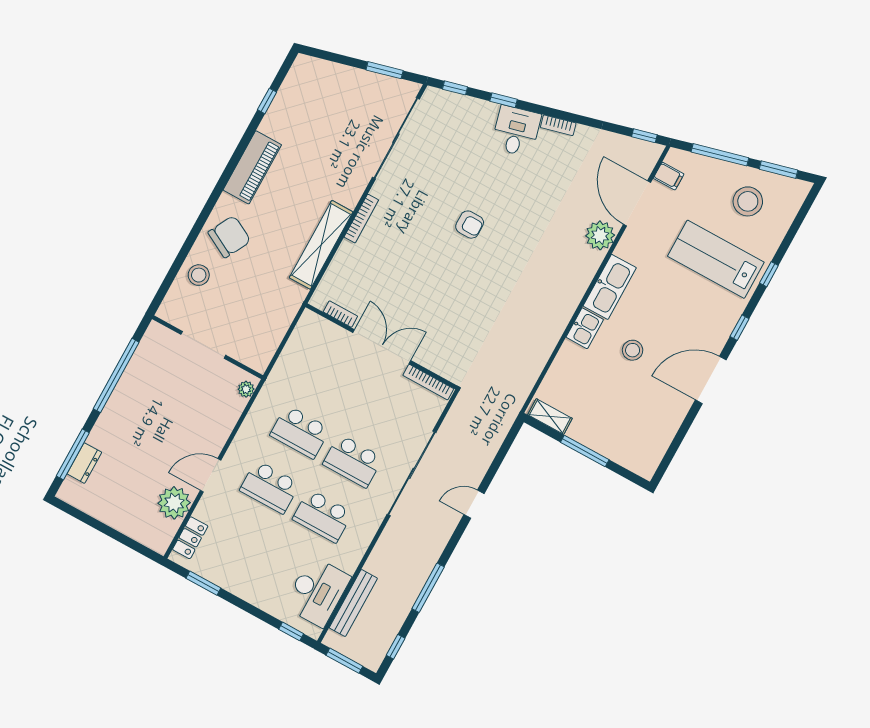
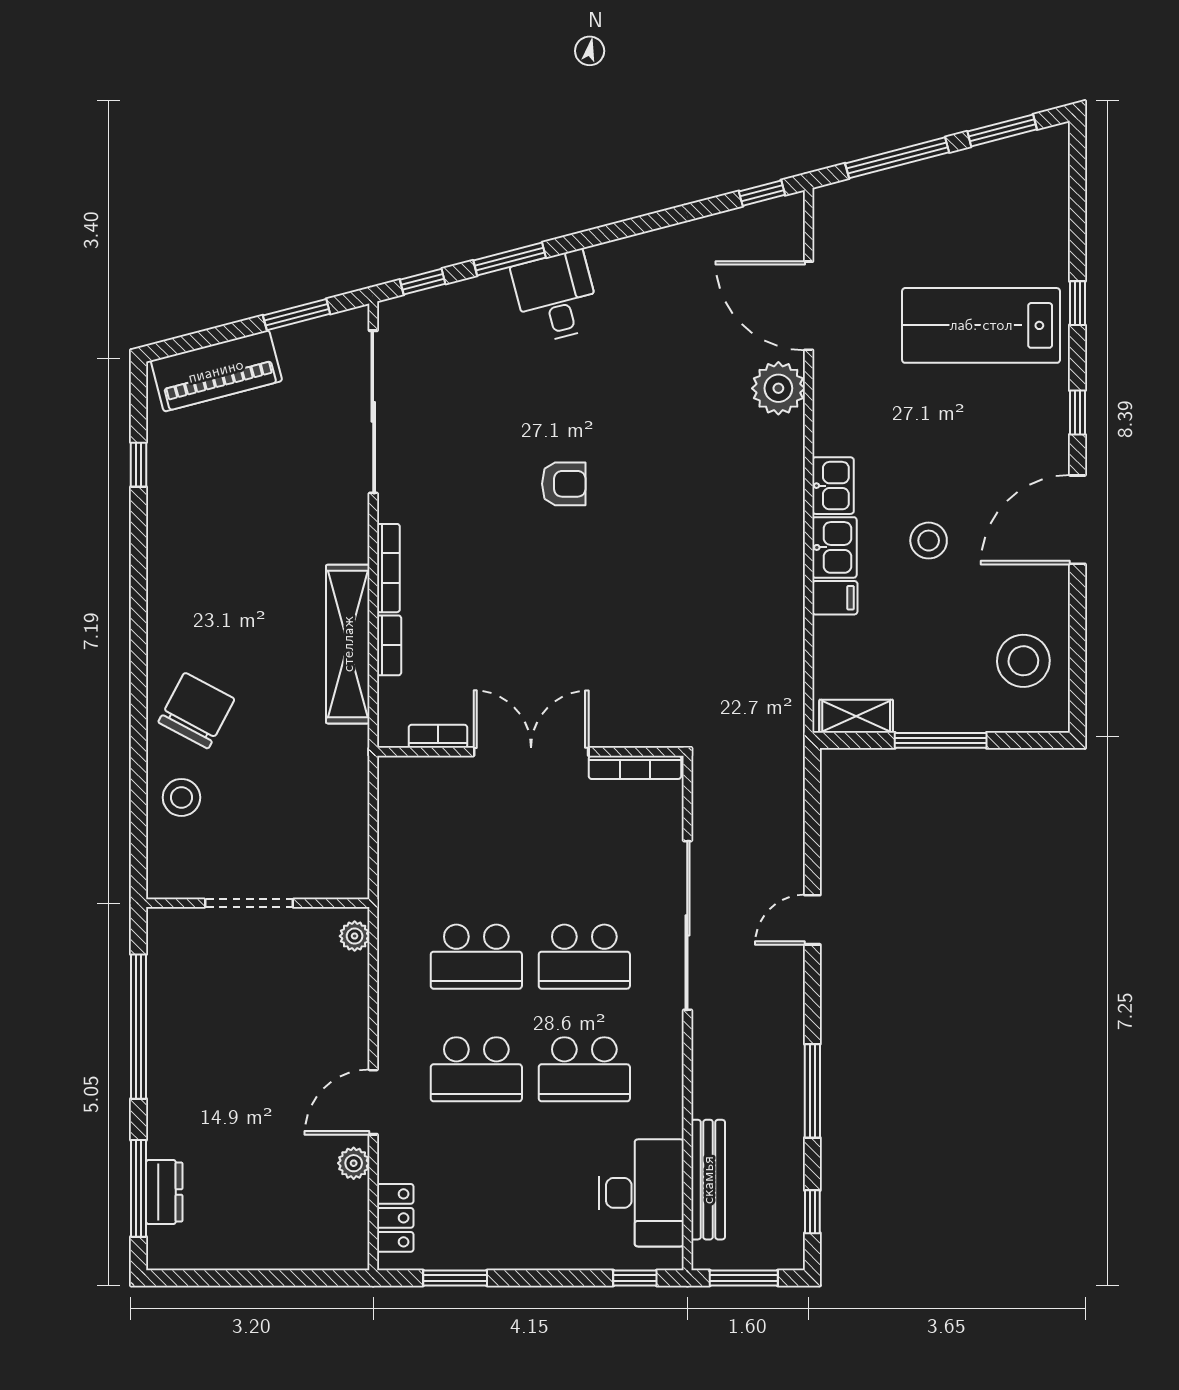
window: (504, 100) -> (510, 259), width x1.50
bookcase: (558, 125) -> (389, 645), moved, turned -75
piano: (252, 167) -> (216, 371), moved, turned 75
filing cabinet: (669, 176) -> (835, 598), moved
stool: (748, 201) -> (1023, 661), moved
kitchen sink: (610, 287) -> (833, 486), width x0.53, depth x0.81
plant: (174, 503) -> (354, 1163), width x0.53, depth x0.53

